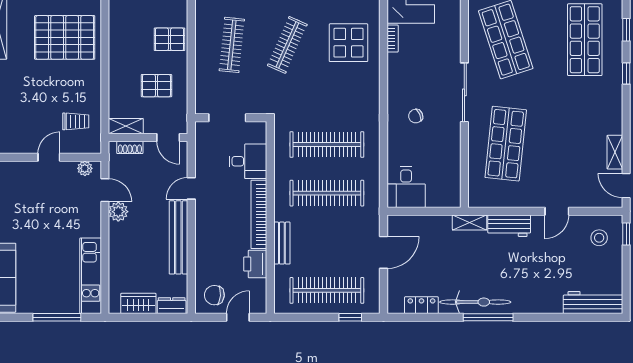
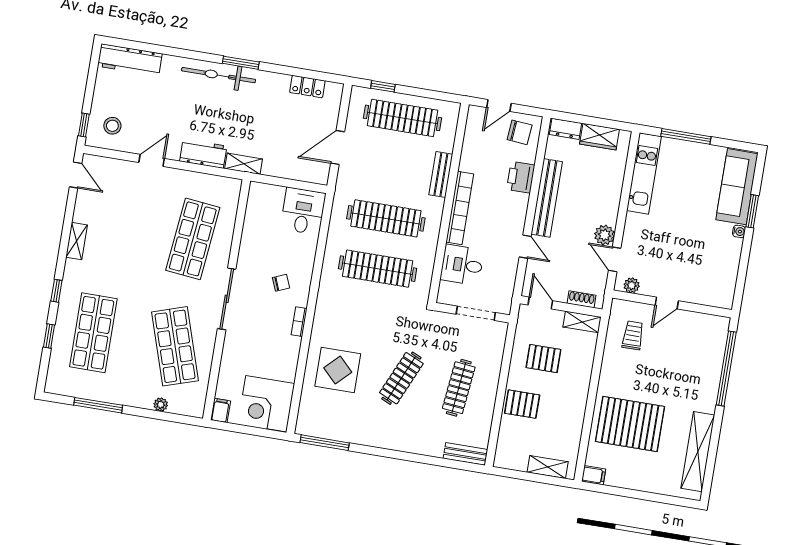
bookcase: (393, 39) -> (299, 322), moved
trolley: (76, 121) -> (633, 335), turned 90
shelving: (615, 152) -> (77, 241), moved
door: (191, 188) -> (525, 247), hinge flipped
printer: (255, 264) -> (521, 177), moved, turned 180
bicycle: (475, 302) -> (219, 75), moved
window: (488, 317) -> (241, 63), width x0.69

